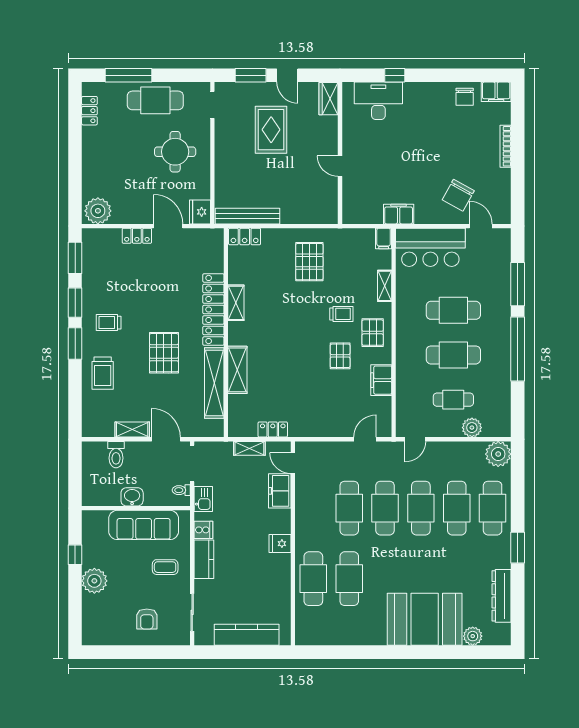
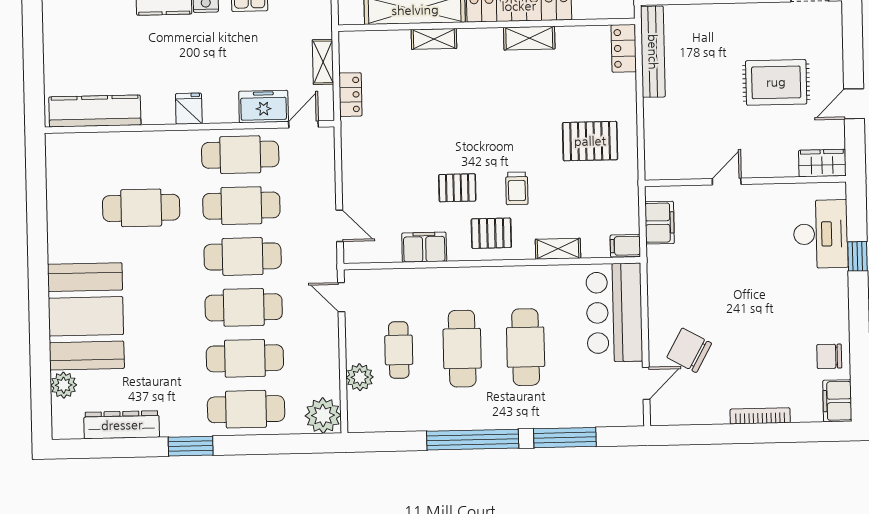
window: (251, 75) -> (853, 52), removed
filing cabinet: (399, 214) -> (660, 223), moved
shelving: (237, 370) -> (434, 39), width x0.67, depth x0.75
cafe table: (313, 579) -> (240, 155), moved
kitchen counter: (247, 635) -> (95, 111), moved, turned -90

